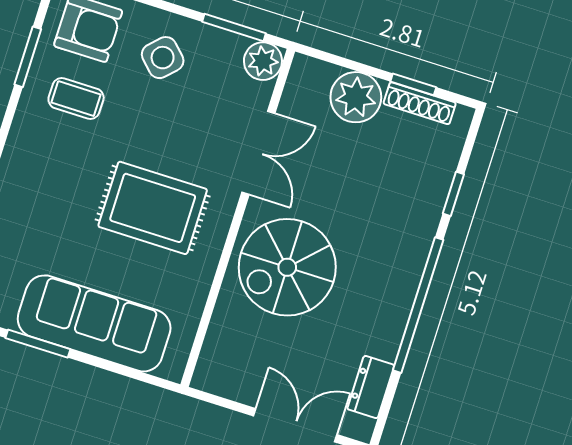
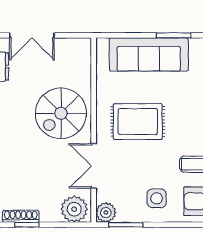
side table: (163, 58) -> (157, 198), turned 45
plant: (356, 97) -> (74, 209), moved
spiral stairs: (287, 267) -> (61, 113), turned 180

